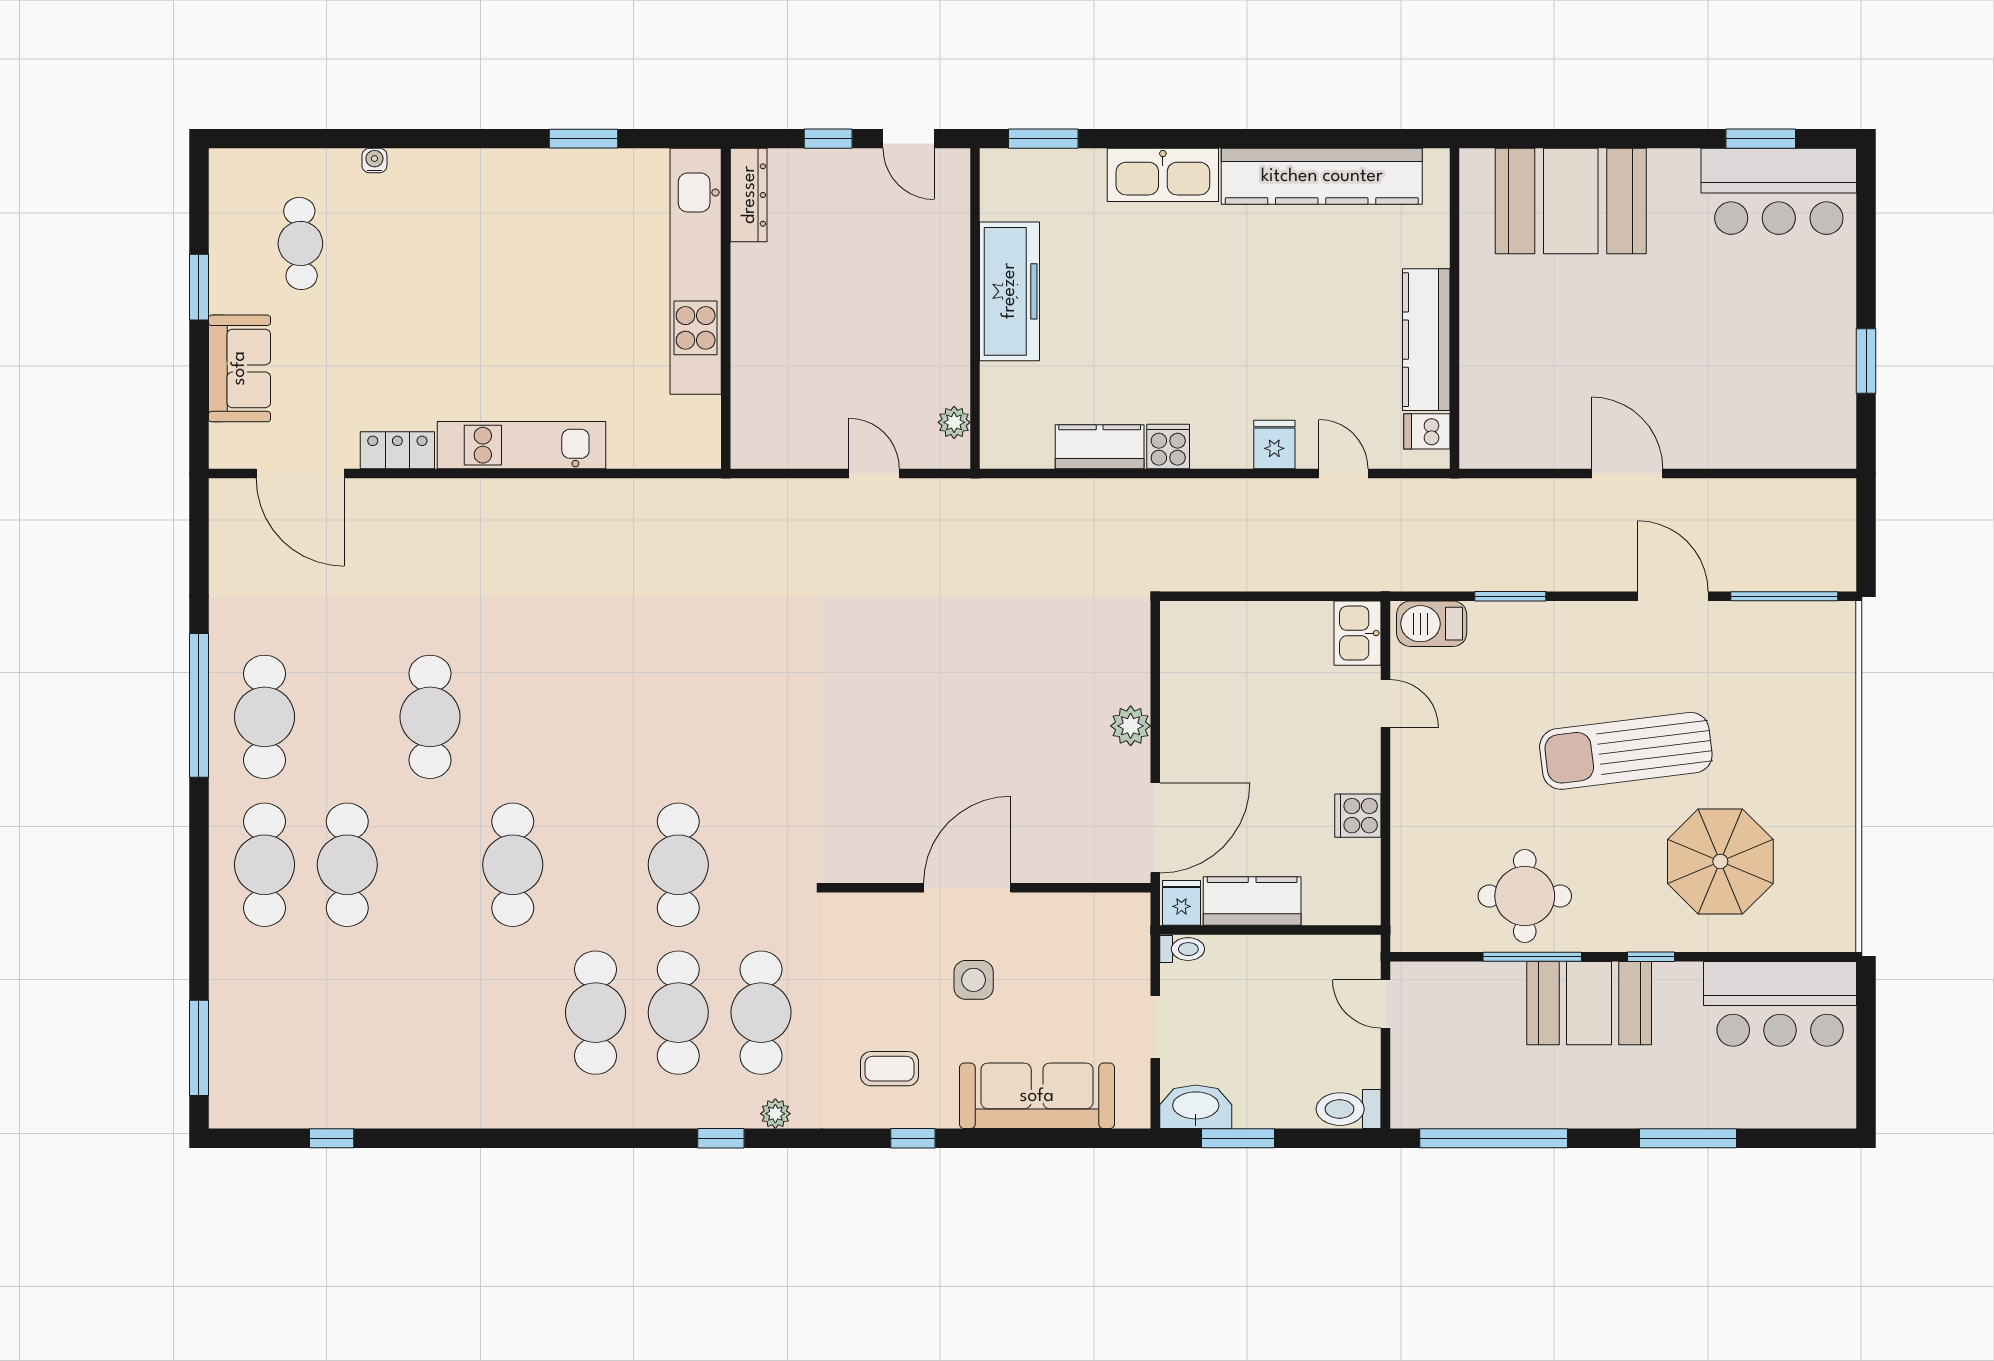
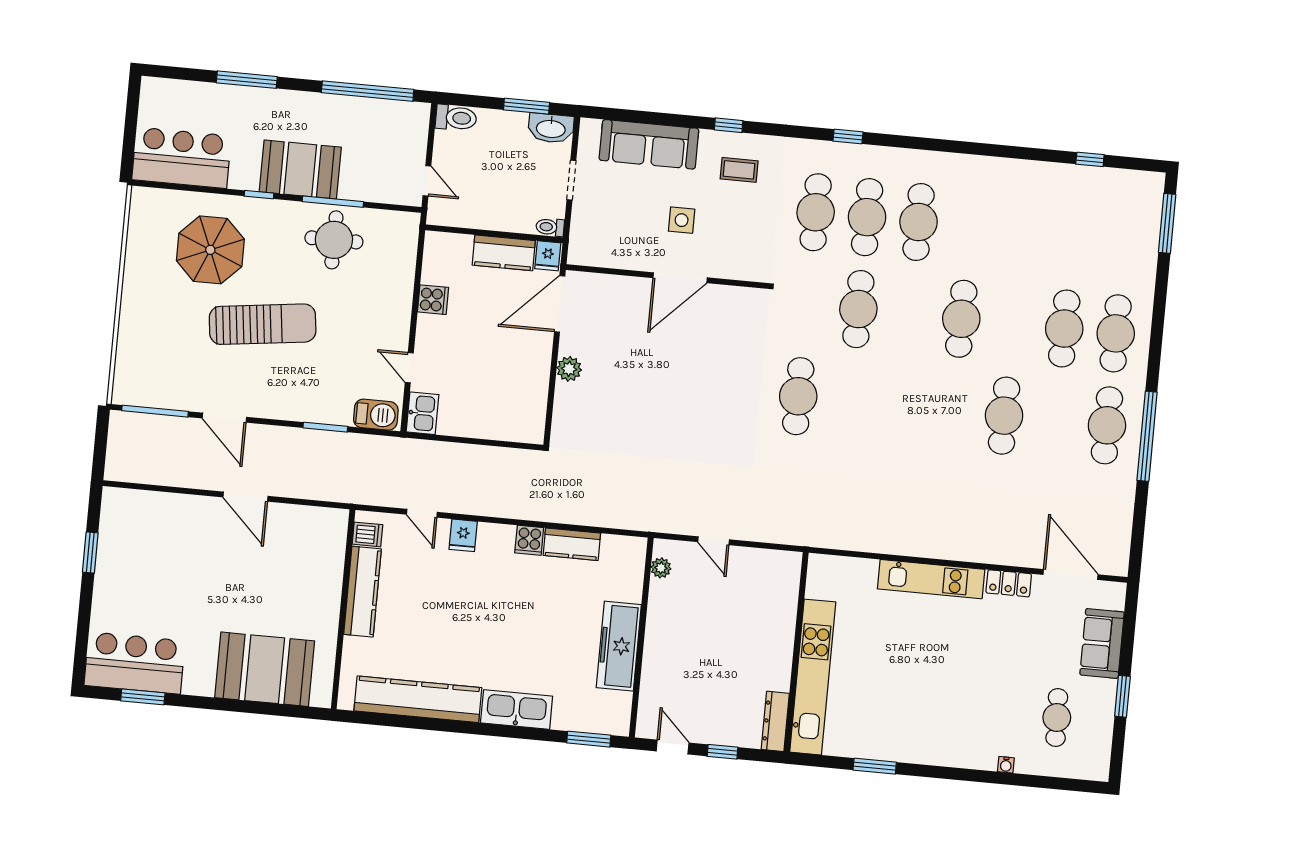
cafe table: (761, 717) -> (798, 396), added
plant: (775, 1114) -> (813, 149), removed

